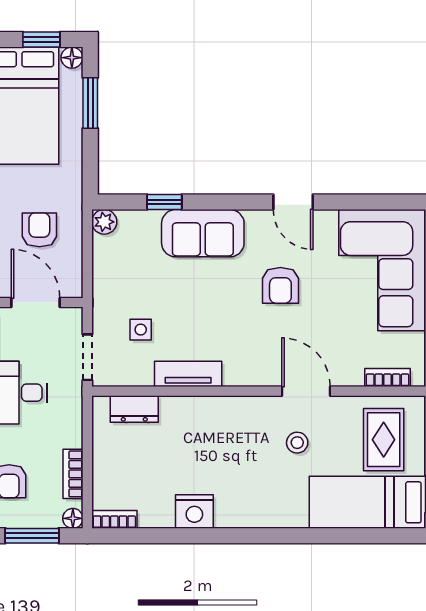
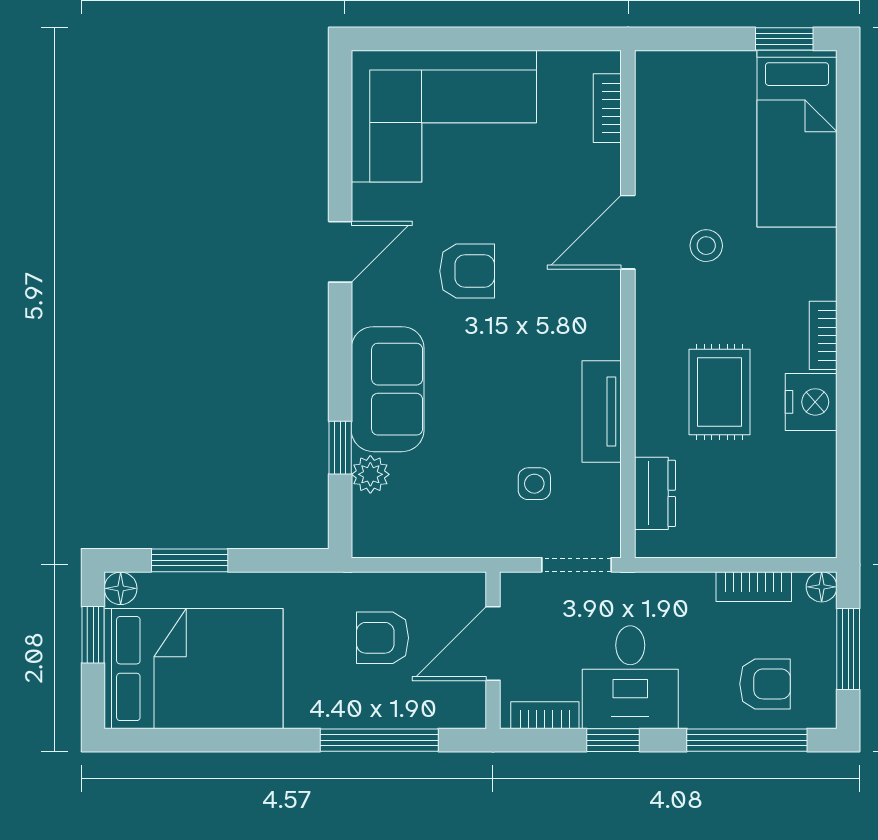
plant: (104, 222) -> (370, 474), moved
rug: (384, 440) -> (719, 392), moved, turned 90
bookcase: (114, 519) -> (823, 335), moved

